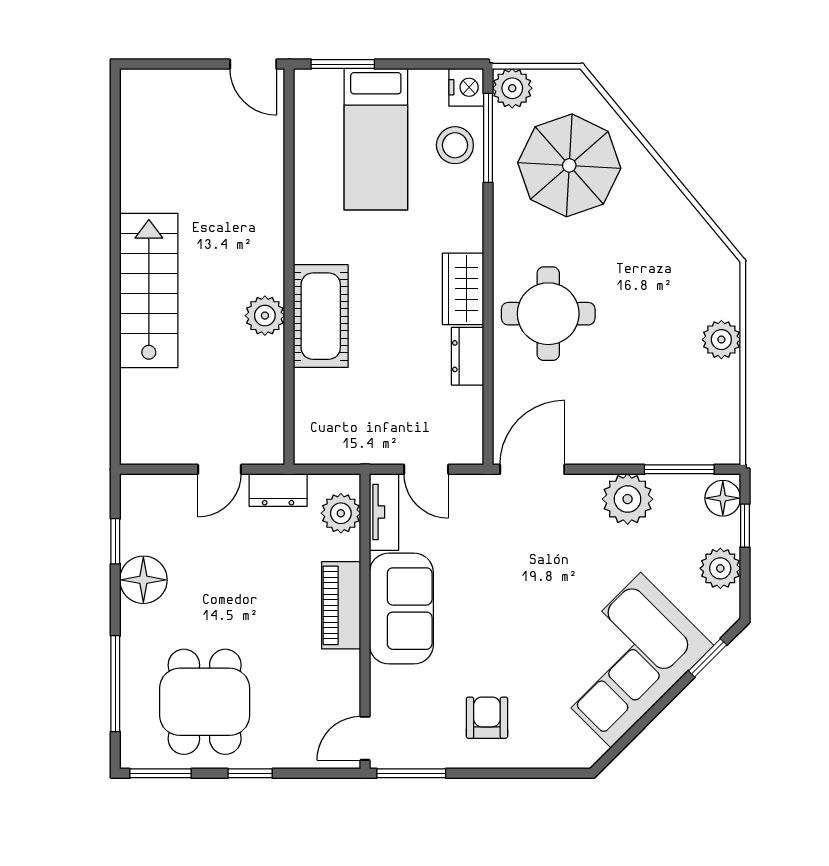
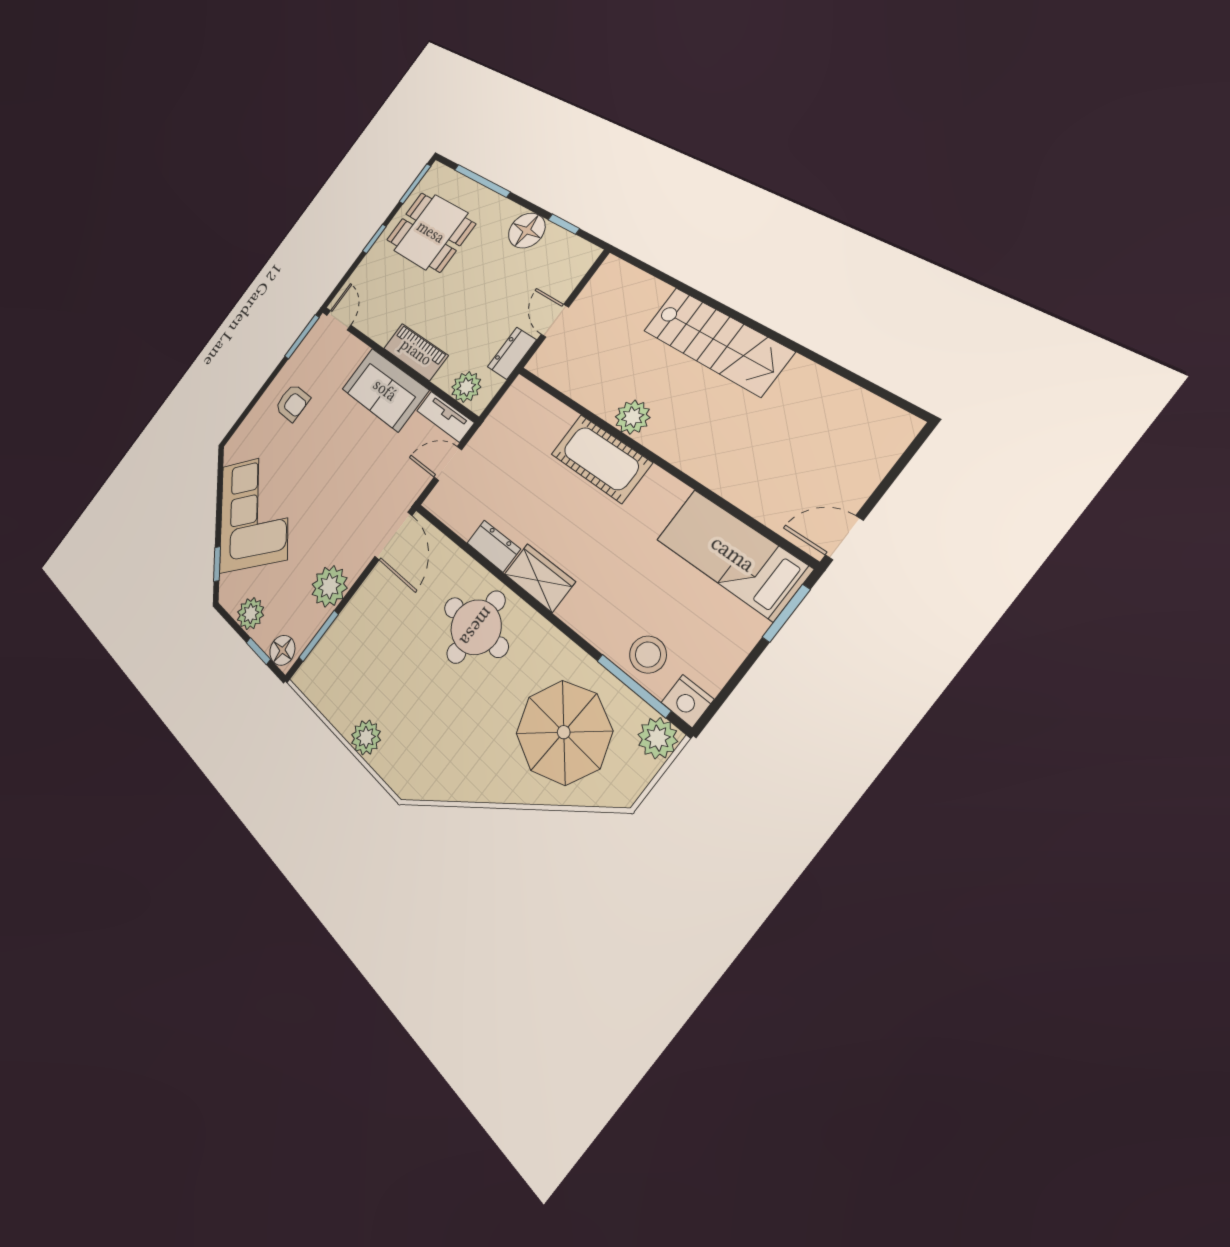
bed: (376, 139) -> (733, 554), moved

